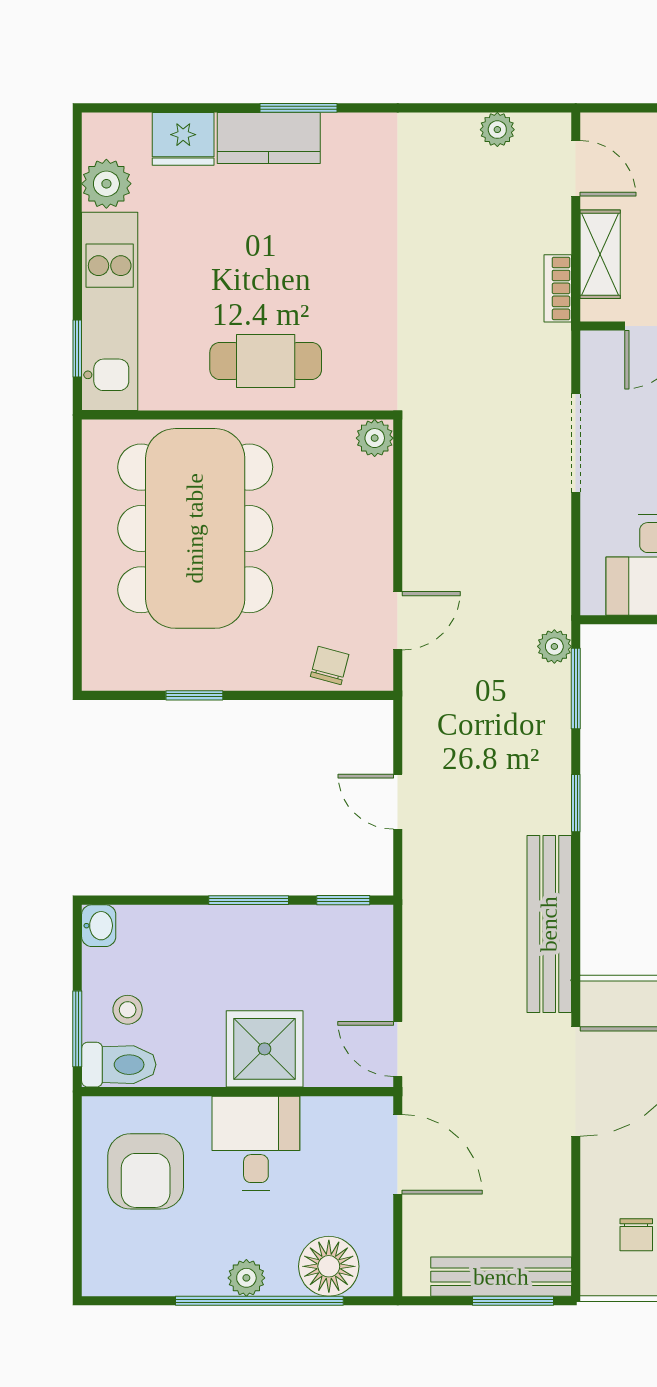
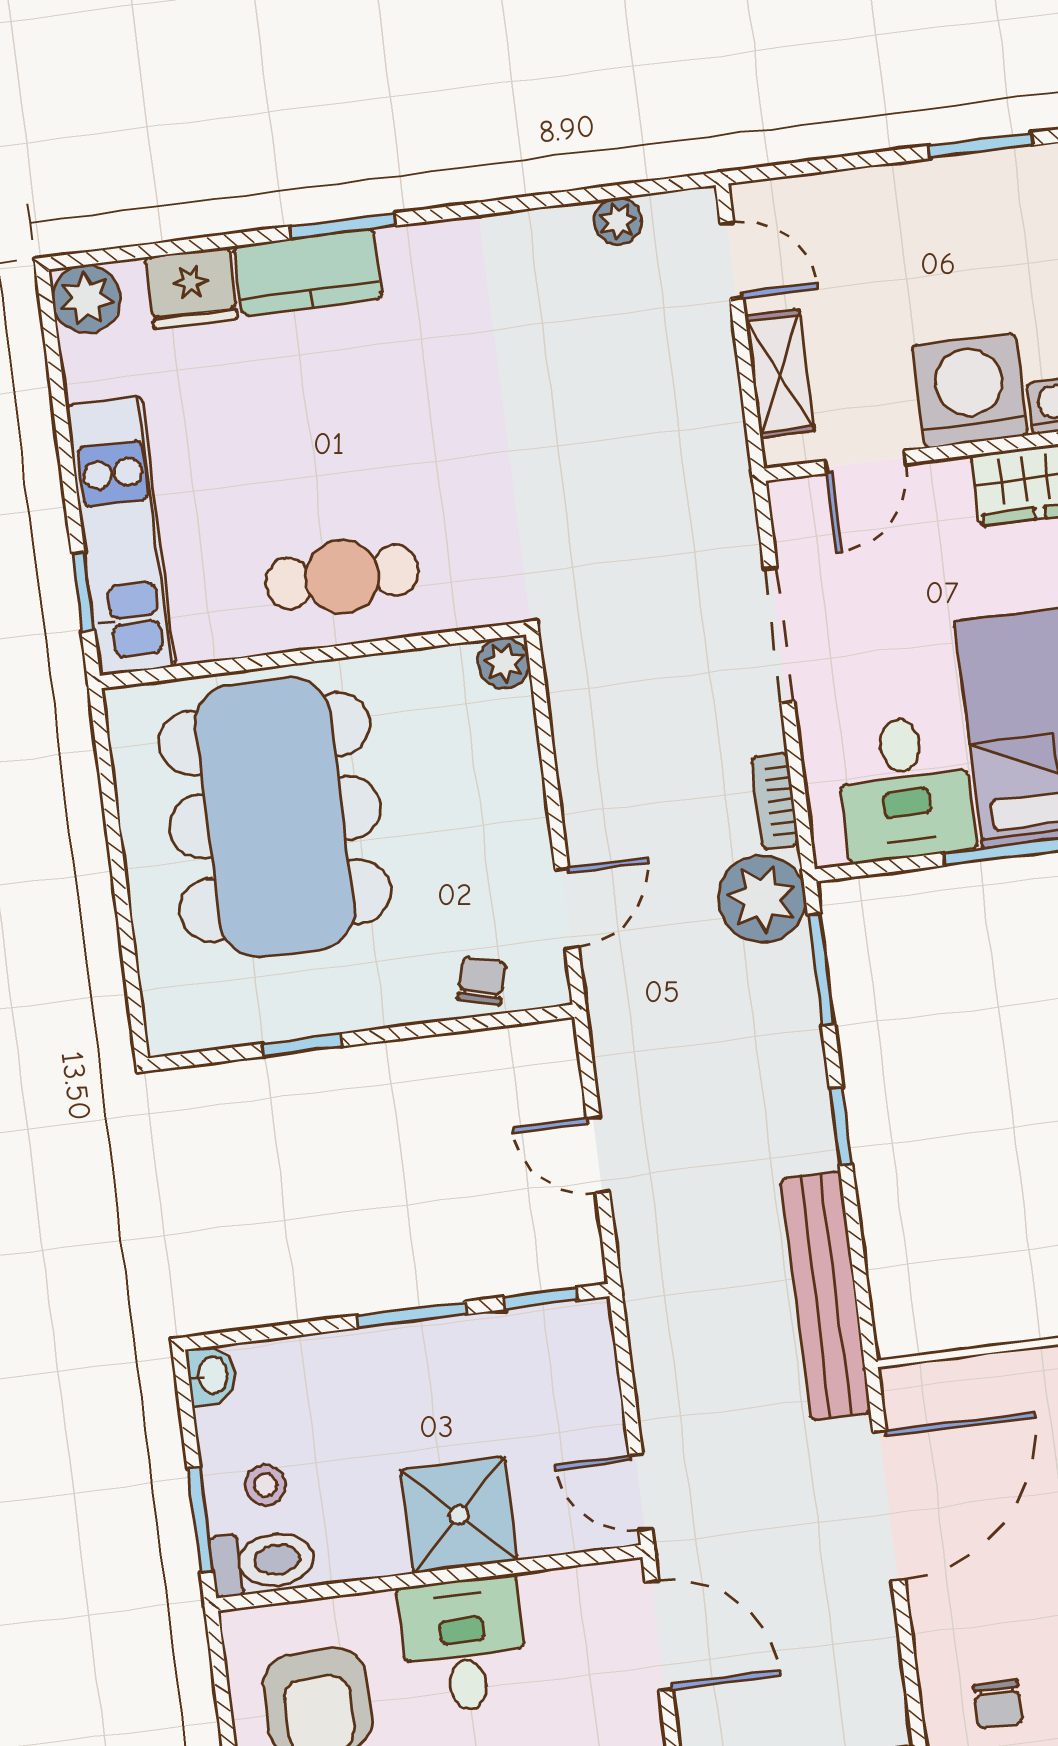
plant: (106, 184) -> (86, 299), moved
bookcase: (558, 288) -> (775, 801), moved
plant: (554, 646) -> (762, 899), width x1.88, depth x1.88

